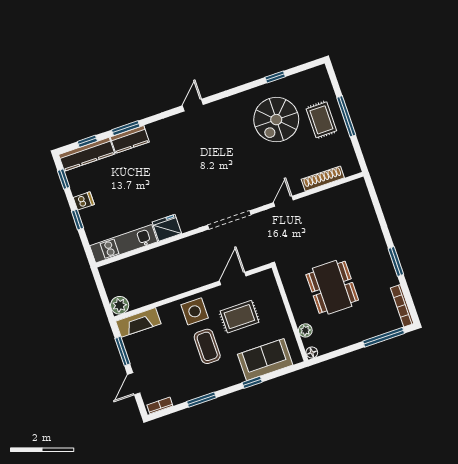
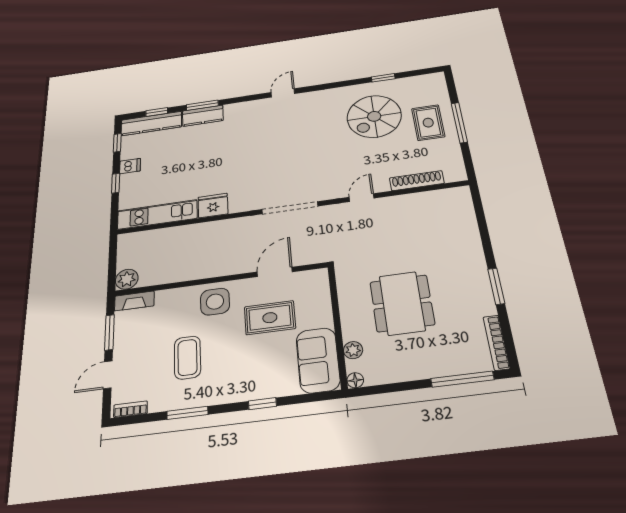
fireplace: (138, 322) -> (134, 301), width x0.73, depth x0.76
coffee table: (207, 346) -> (187, 357), moved
sofa: (265, 360) -> (318, 360), moved, turned -90

